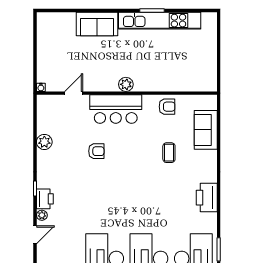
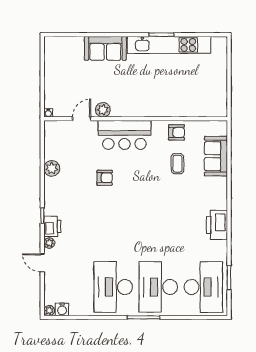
plant: (126, 84) -> (103, 110), moved
coffee table: (169, 153) -> (177, 164), moved
door: (35, 235) -> (42, 263), swing flipped

